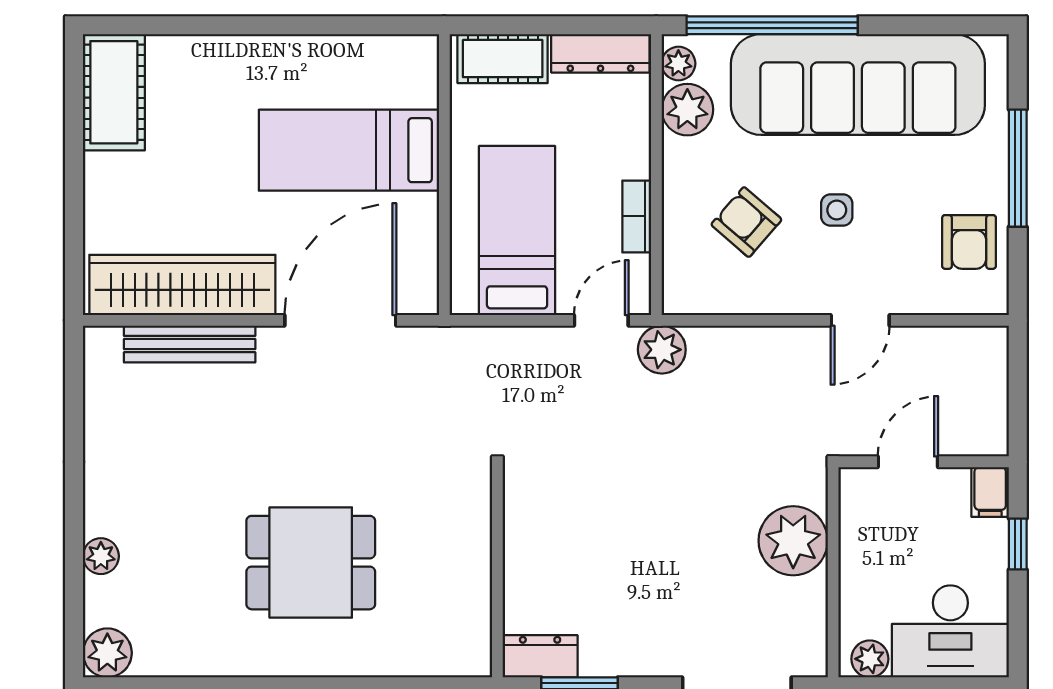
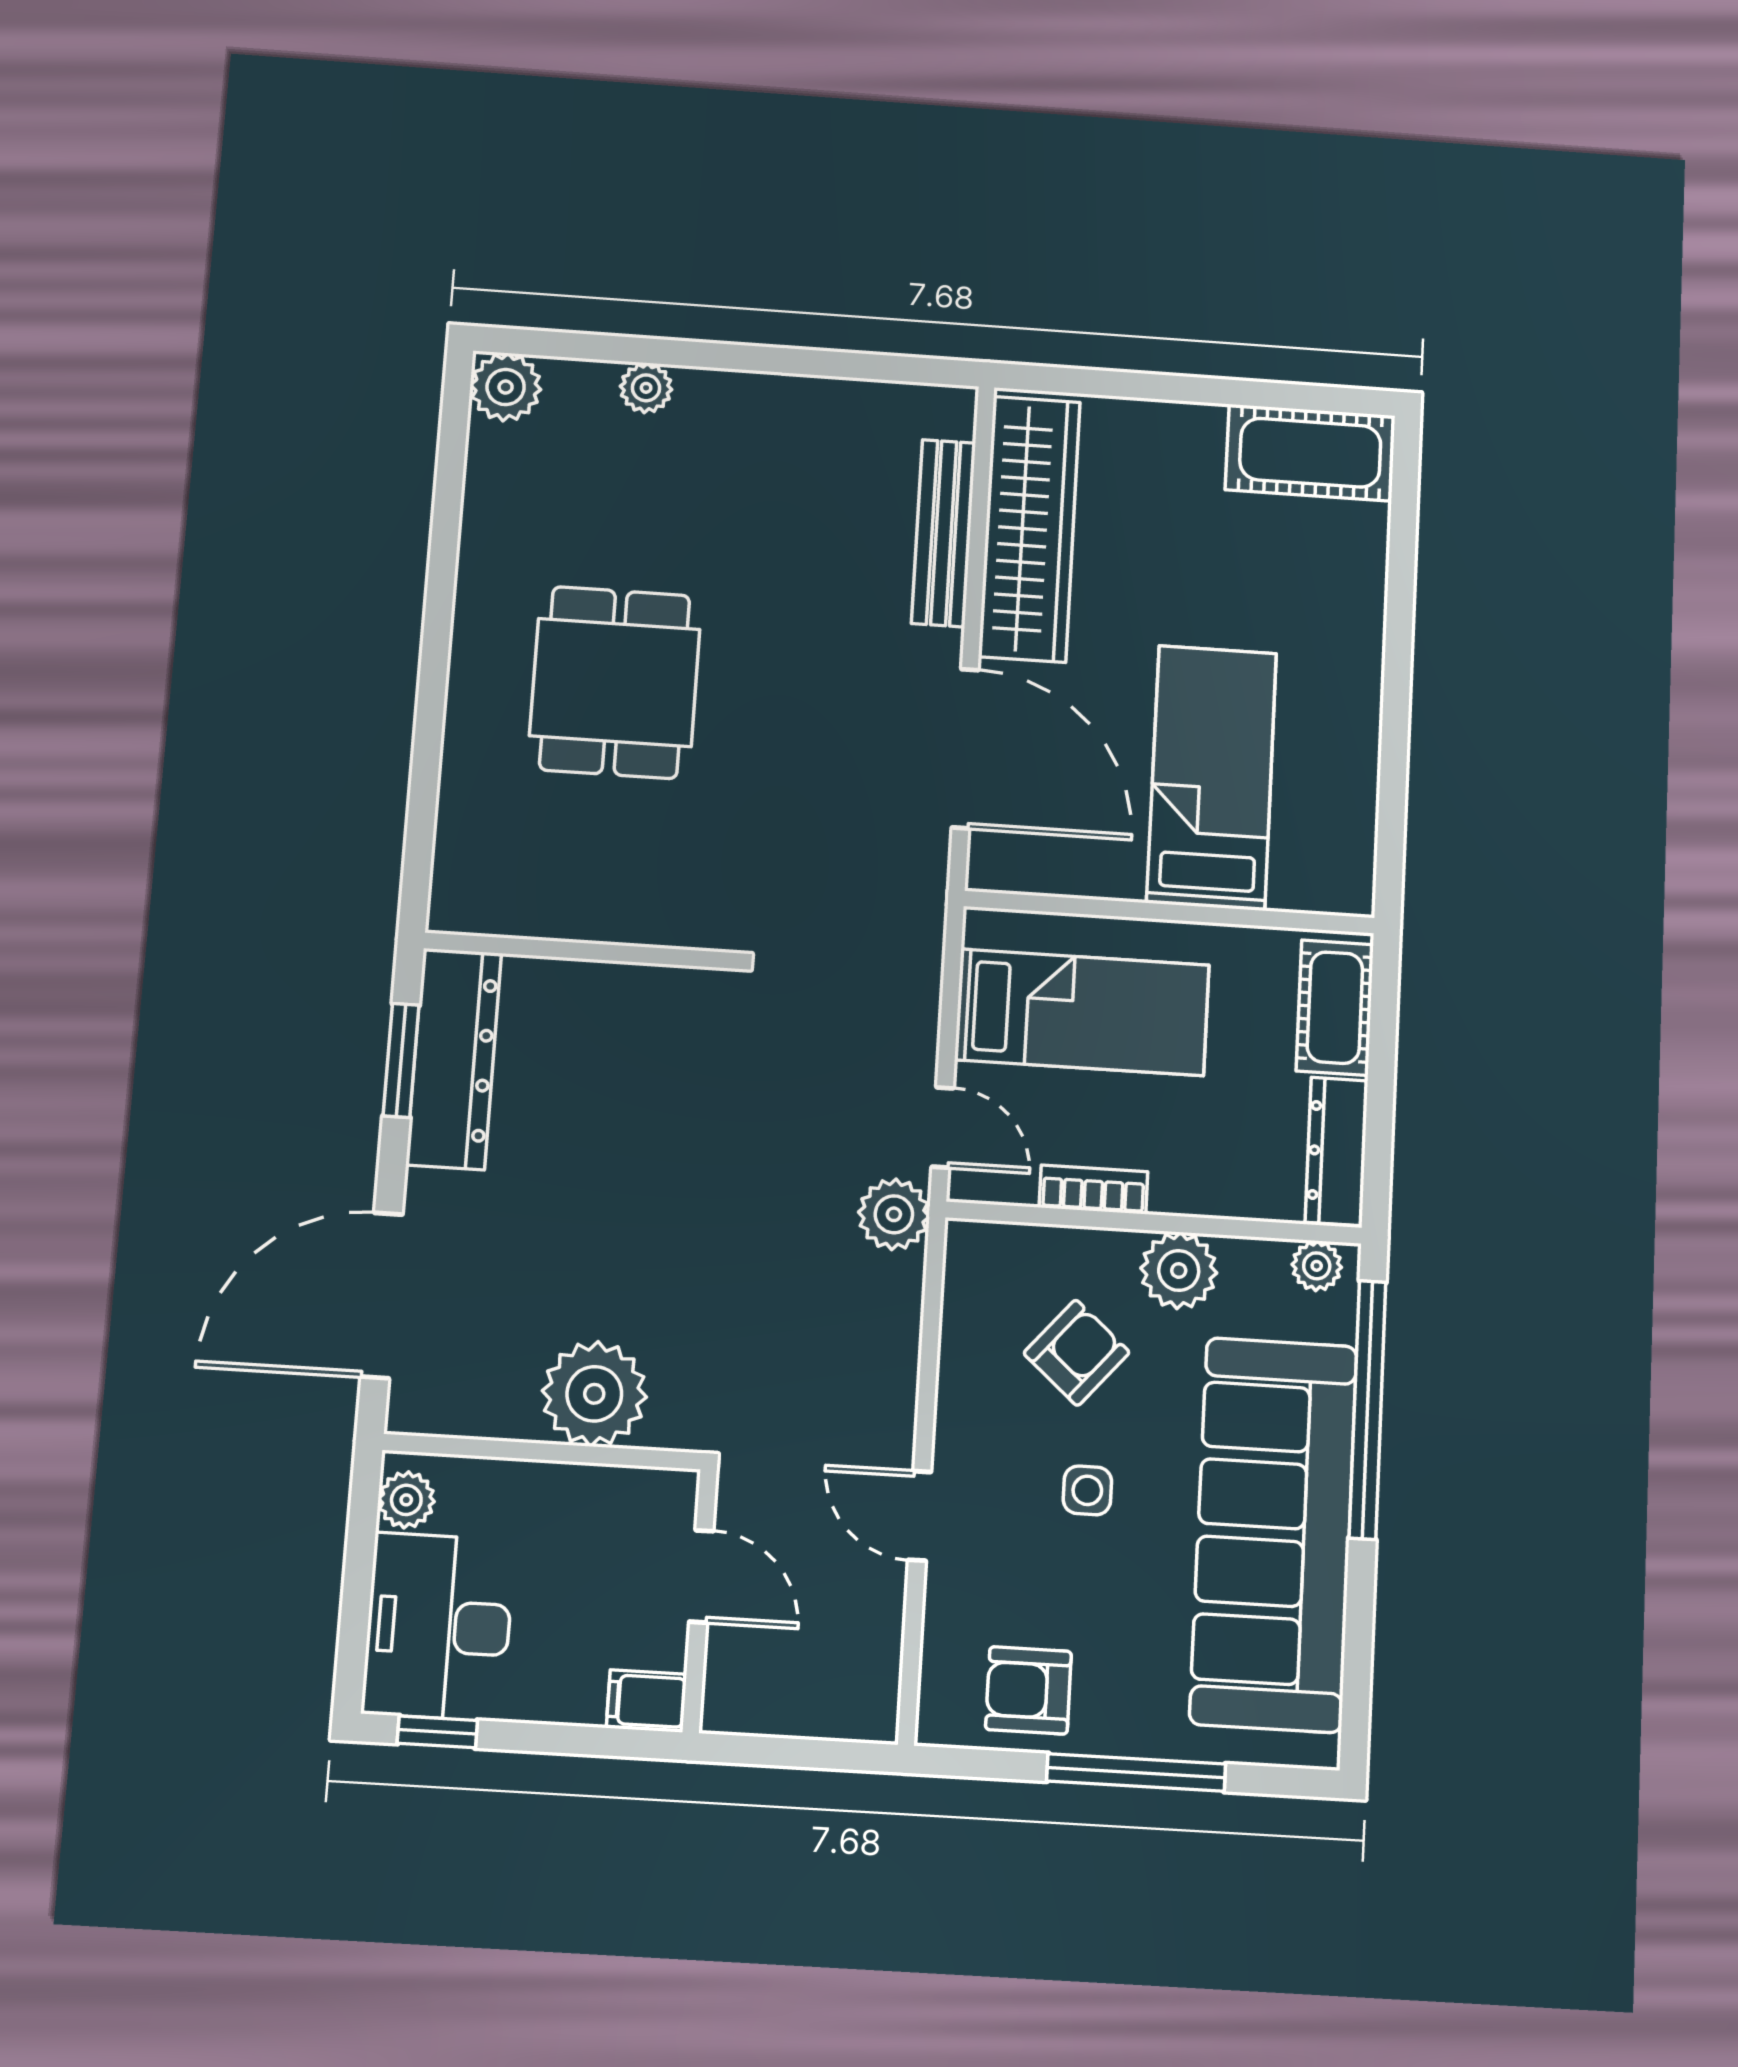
plant: (687, 110) -> (1179, 1271), moved
window: (1018, 544) -> (437, 1732), moved
dresser: (540, 656) -> (454, 1059), width x1.96, depth x1.24

